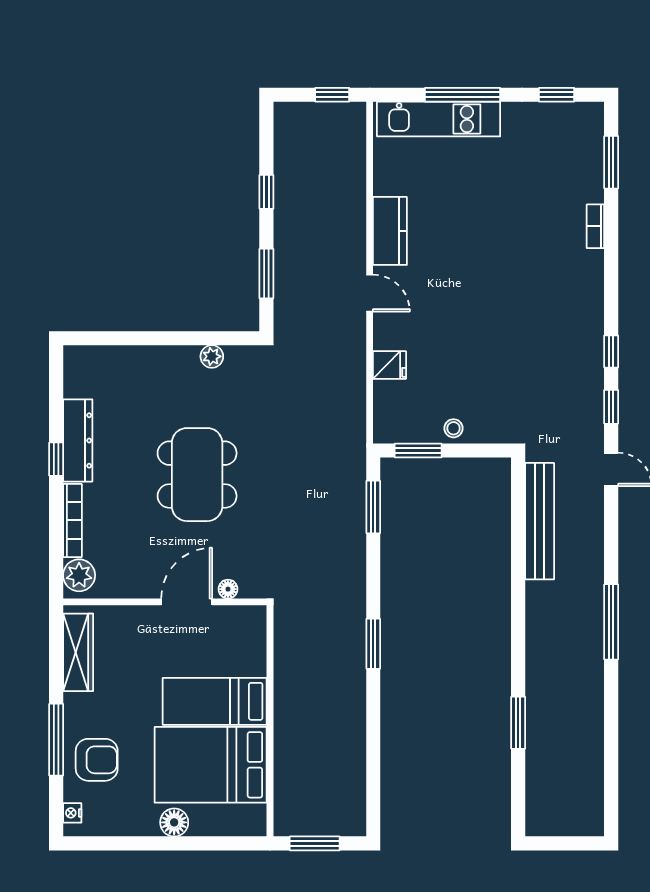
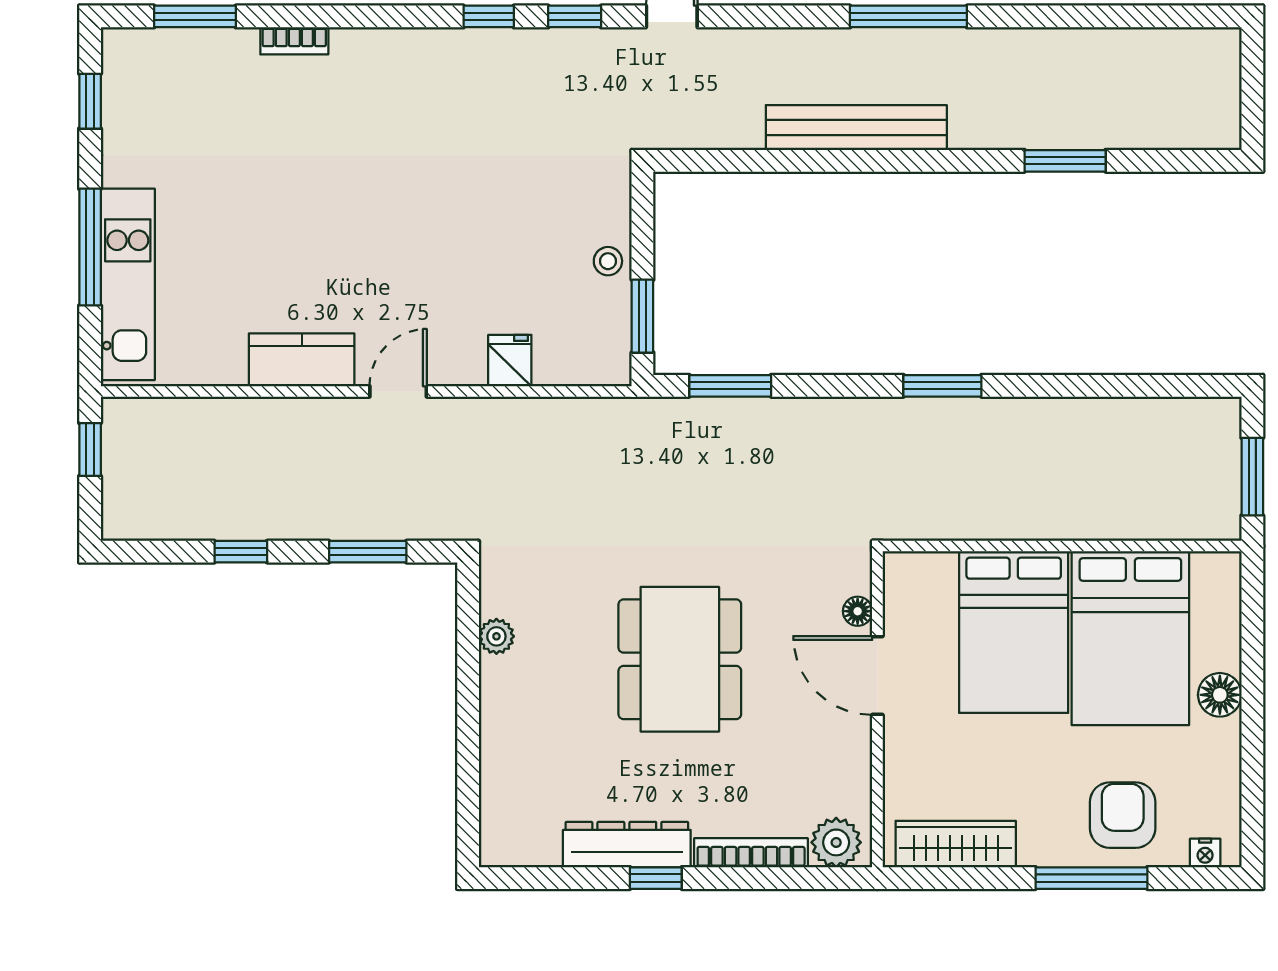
dining table: (197, 475) -> (680, 659), turned 90
bench: (540, 521) -> (856, 128), moved
bed: (215, 701) -> (1014, 632), width x1.50

